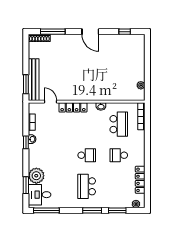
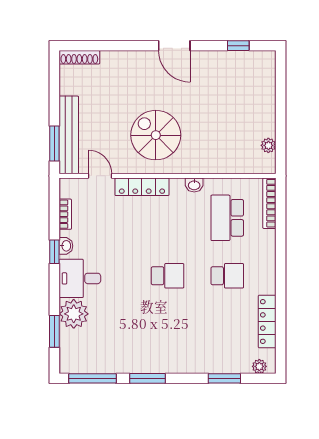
window: (53, 32) -> (104, 46), removed
spiral stairs: (80, 80) -> (156, 135), added
school desk: (119, 124) -> (227, 218), turned 180
school desk: (119, 155) -> (227, 276), turned 180
school desk: (87, 186) -> (167, 334), removed
desk: (40, 195) -> (80, 278), moved
window: (92, 210) -> (147, 378), moved

